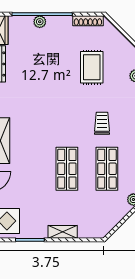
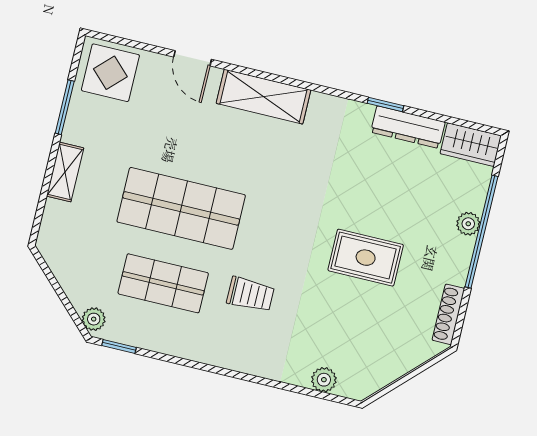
rug: (92, 67) -> (366, 258), moved
shop shelf: (67, 169) -> (181, 208), width x1.43, depth x1.36

